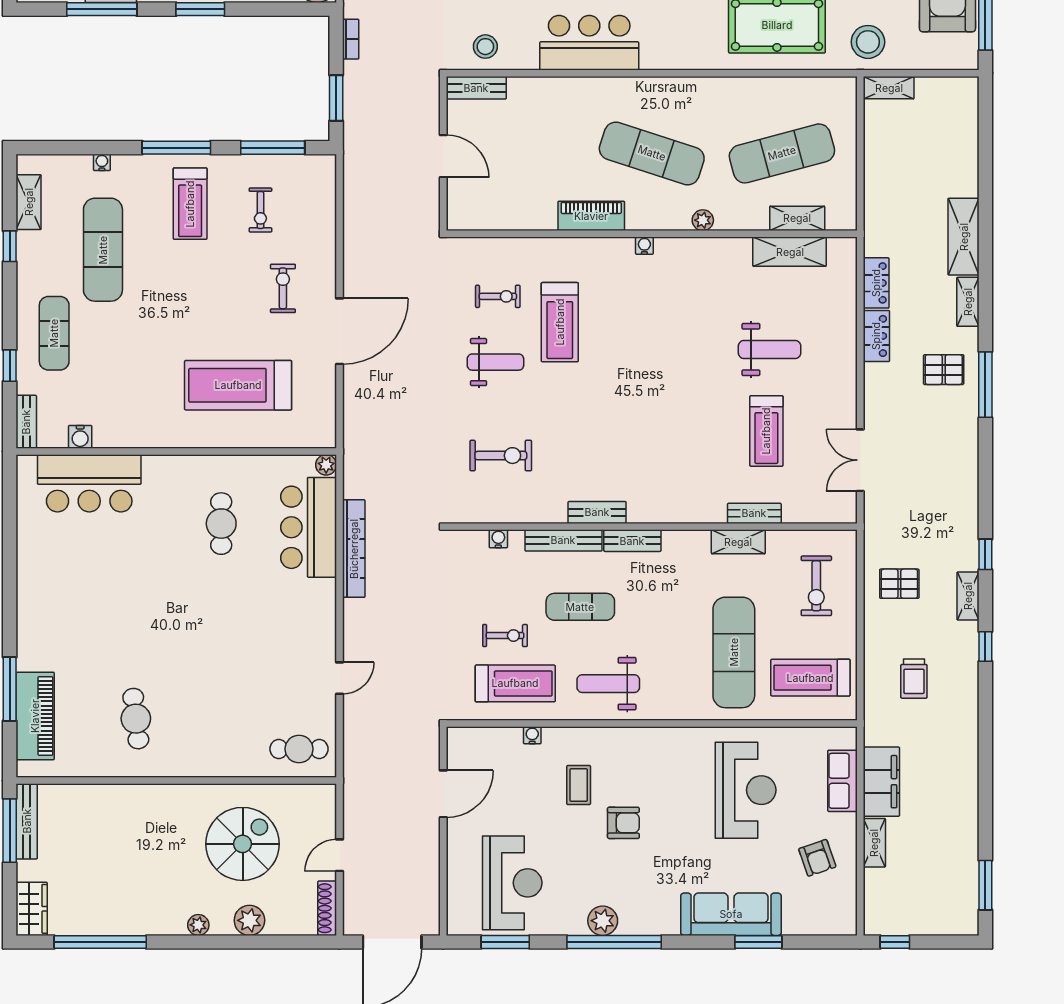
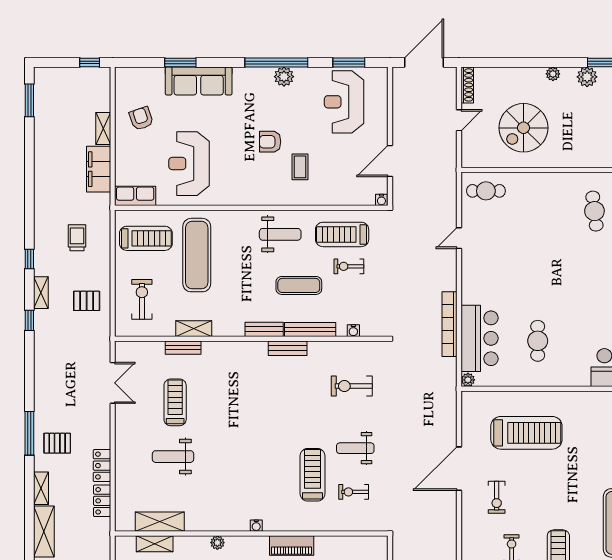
water cooler: (532, 735) -> (381, 200), moved
row of seats: (843, 781) -> (135, 196), moved, turned -90
plant: (249, 920) -> (587, 77), moved

